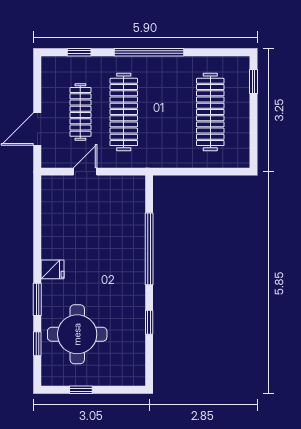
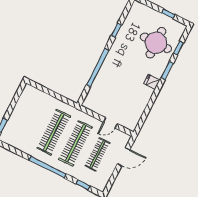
clothes rail: (210, 112) -> (54, 132), moved

